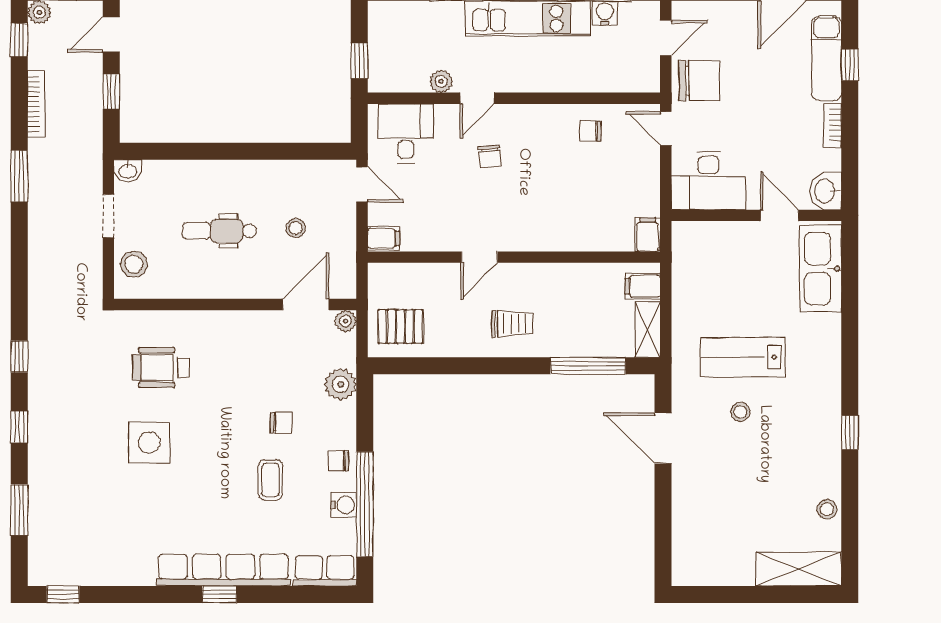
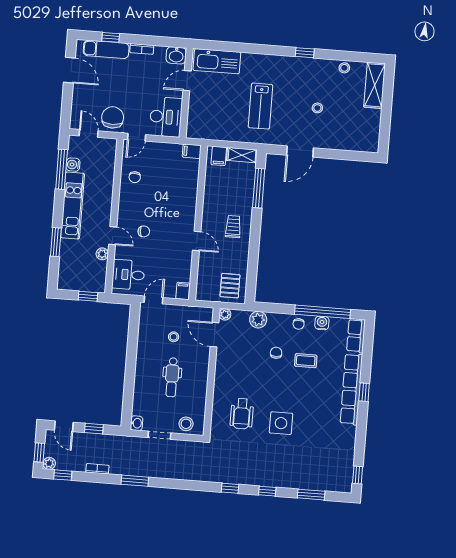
bookcase: (36, 104) -> (97, 469), width x0.64
stool: (740, 412) -> (317, 108), moved

